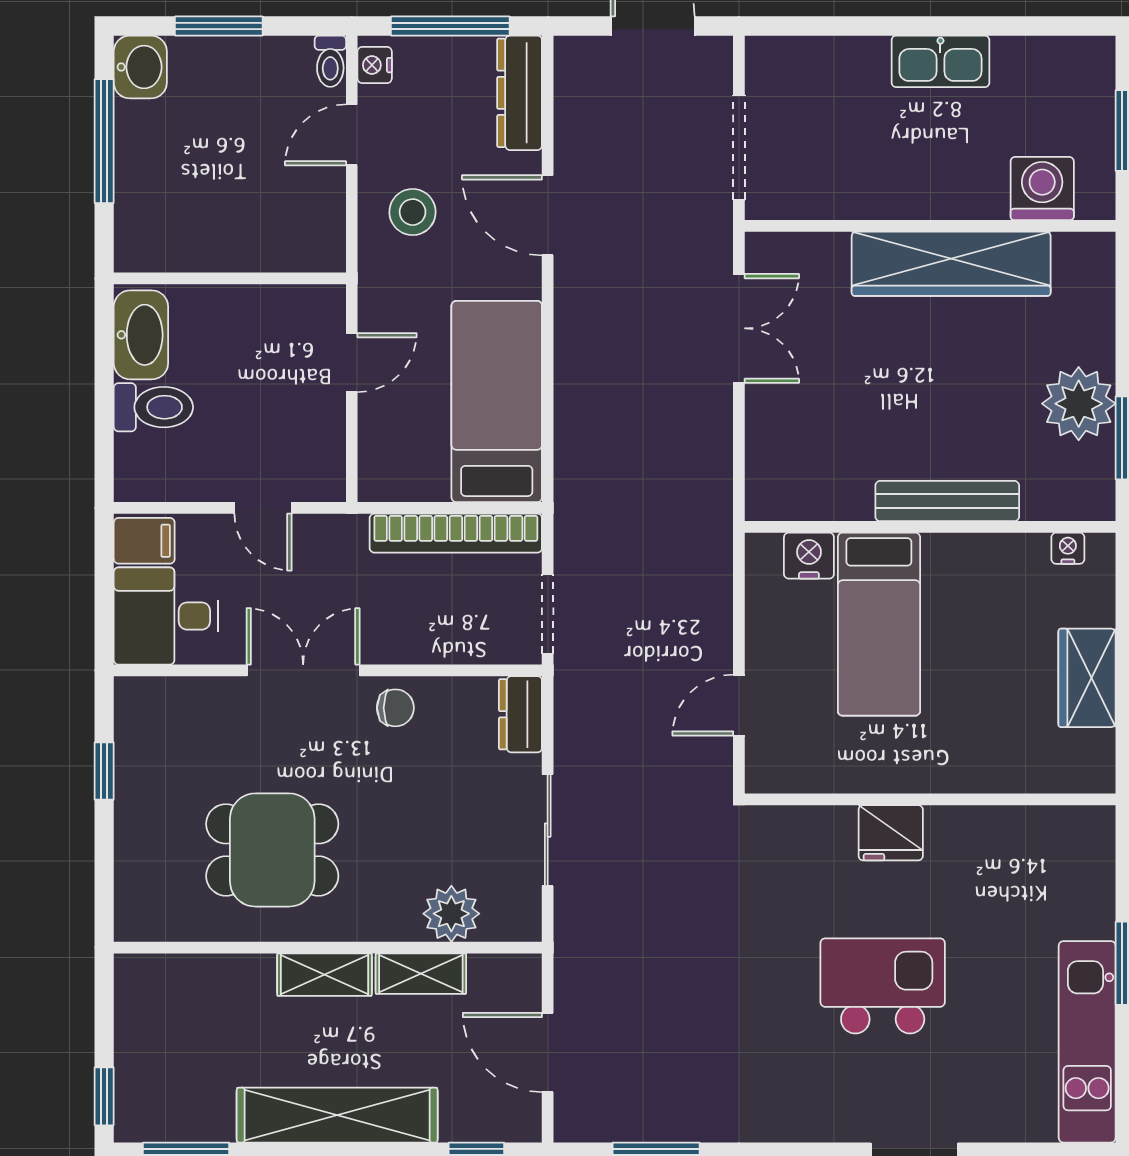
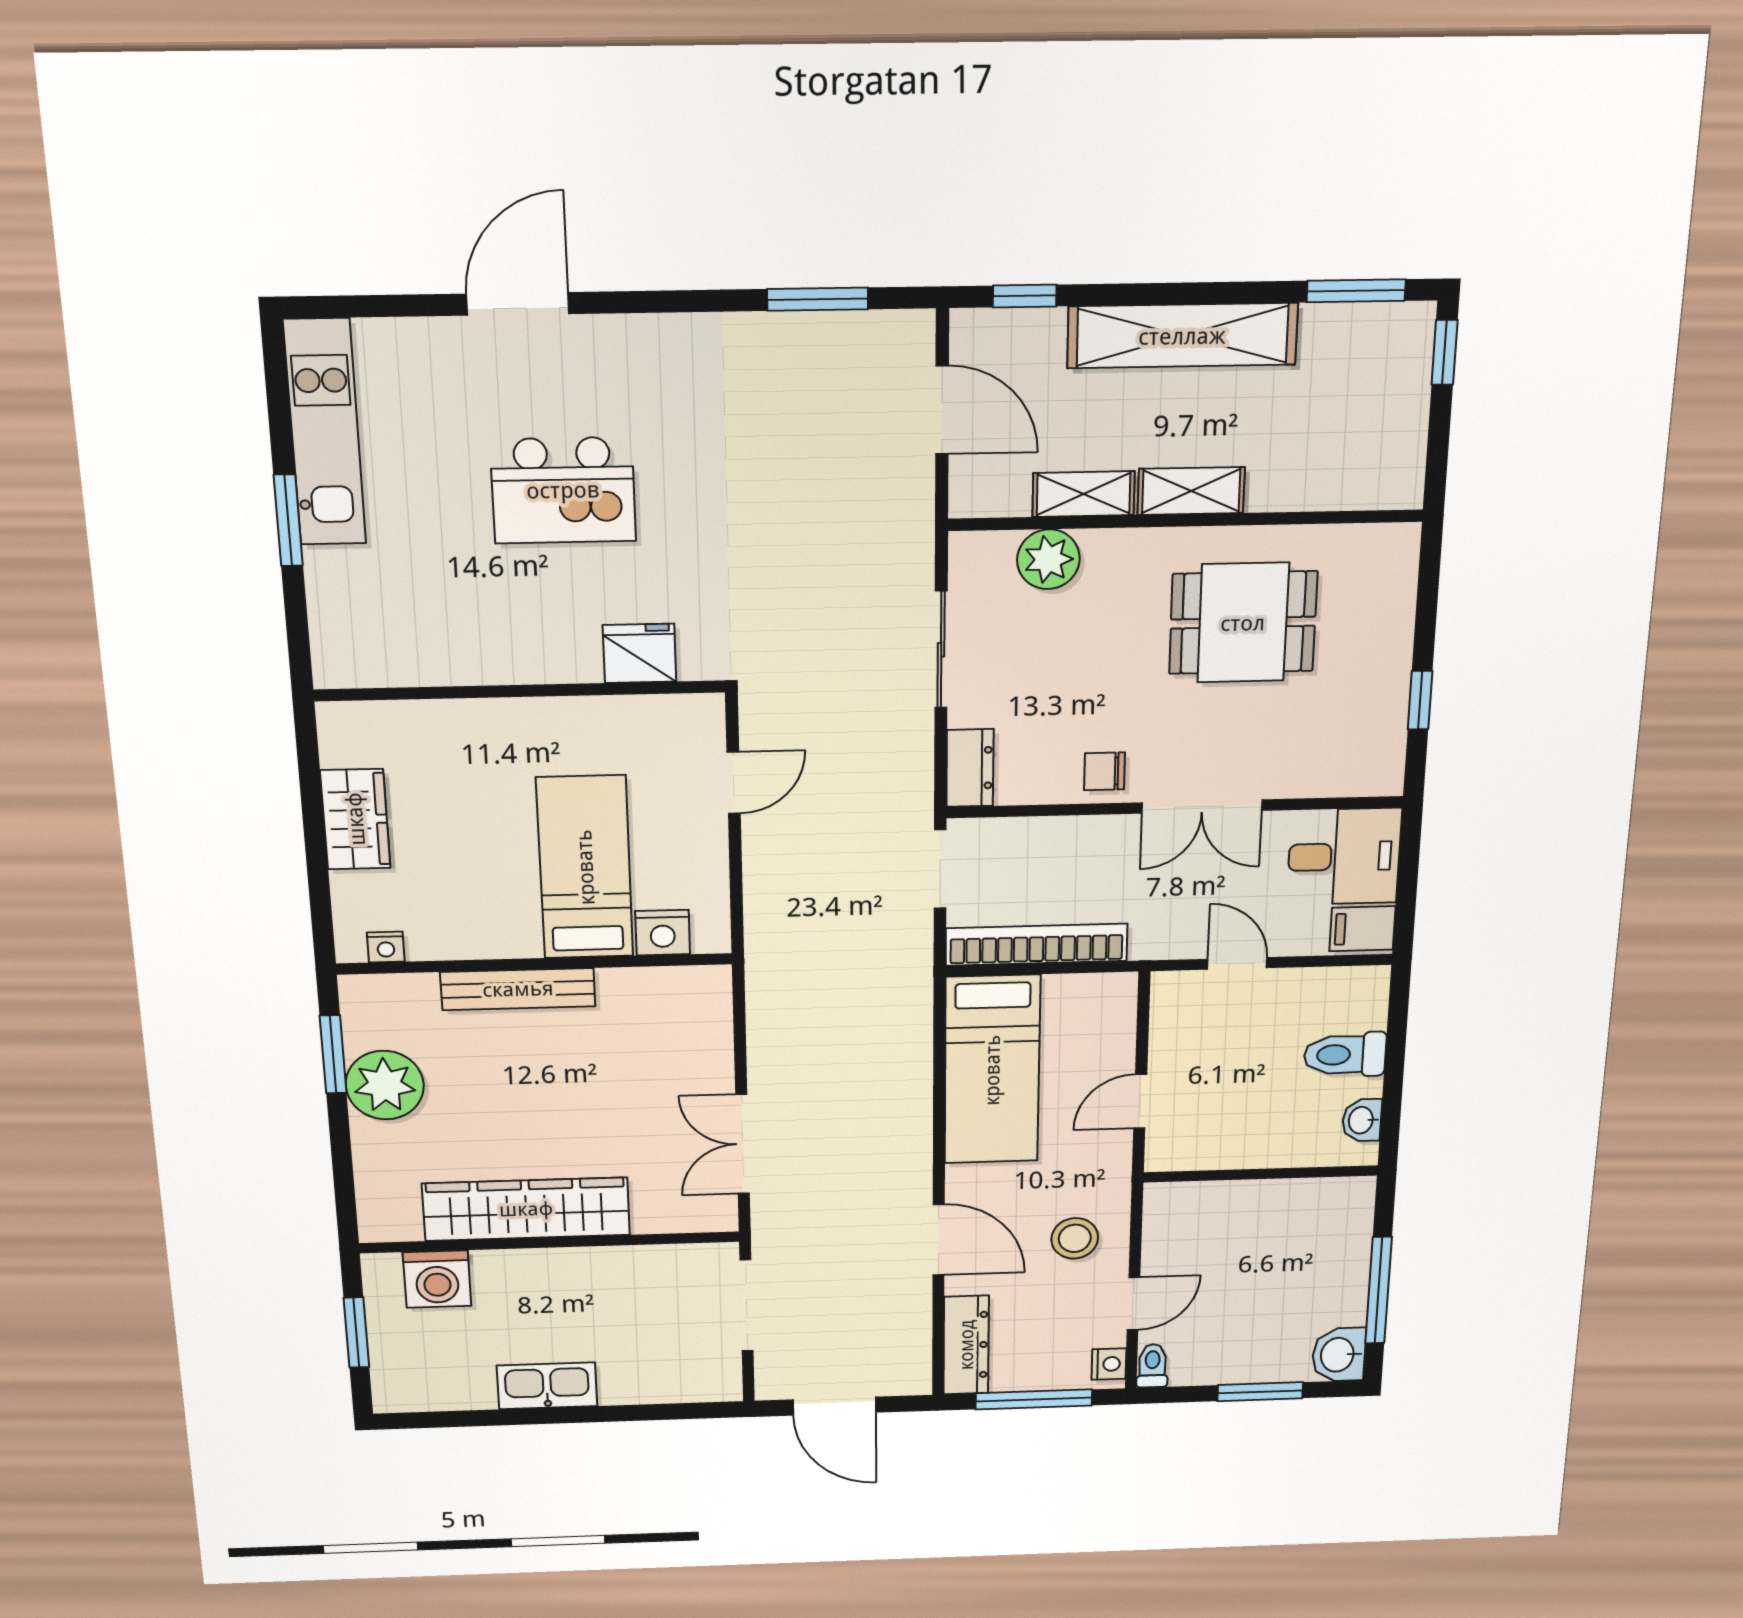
washbasin: (141, 335) -> (1362, 1120), width x0.52, depth x0.69
fridge: (891, 833) -> (640, 653), moved

